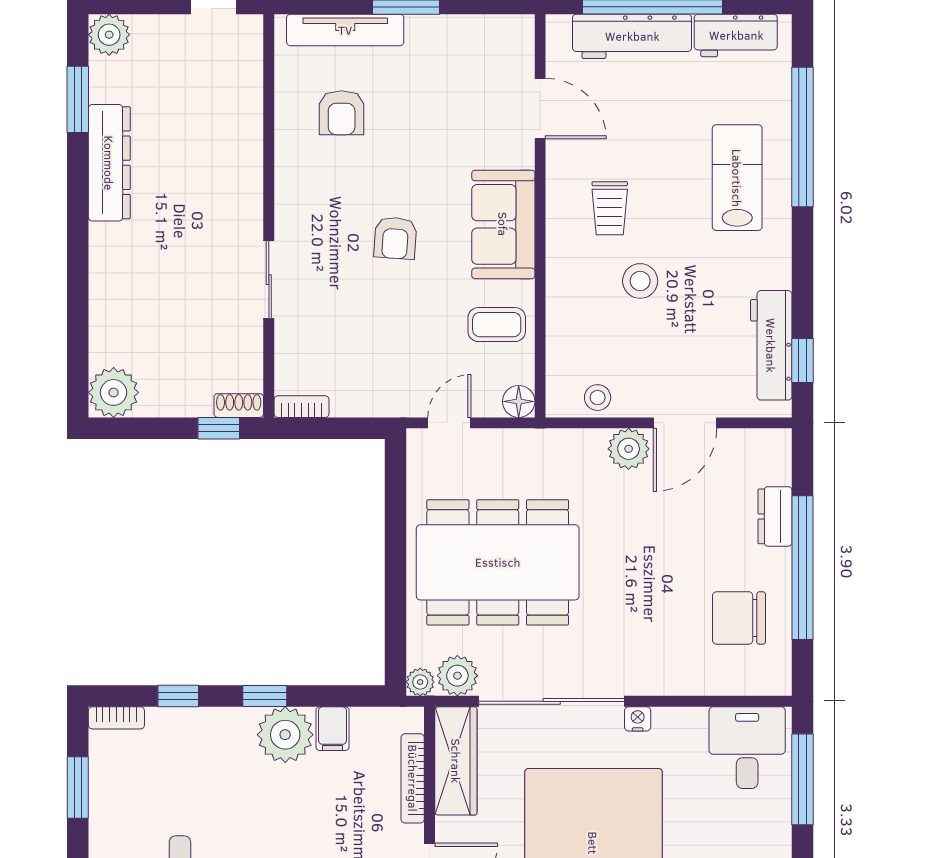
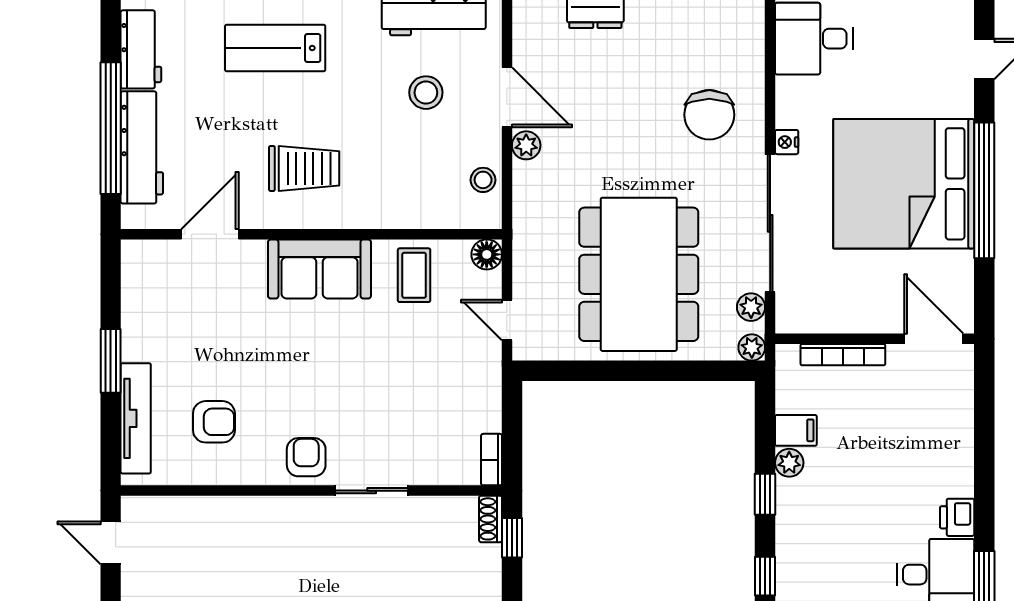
trolley: (610, 208) -> (304, 168), width x1.36, depth x1.39
armchair: (395, 238) -> (306, 457), moved, turned -94
stool: (640, 281) -> (426, 93), moved
plant: (629, 449) -> (526, 145), width x0.73, depth x0.73
chair: (739, 618) -> (709, 115), moved
plant: (457, 676) -> (751, 307), width x0.73, depth x0.73
plant: (285, 735) -> (789, 463), width x0.53, depth x0.53
wardrobe: (456, 761) -> (826, 314), removed

